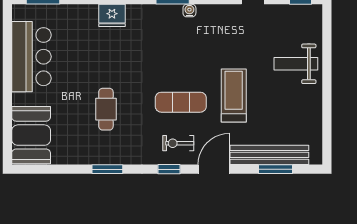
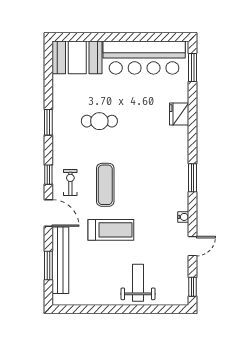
water cooler: (189, 11) -> (183, 217), moved
fridge: (112, 15) -> (179, 114), moved
bar counter: (31, 57) -> (144, 58), width x1.36

